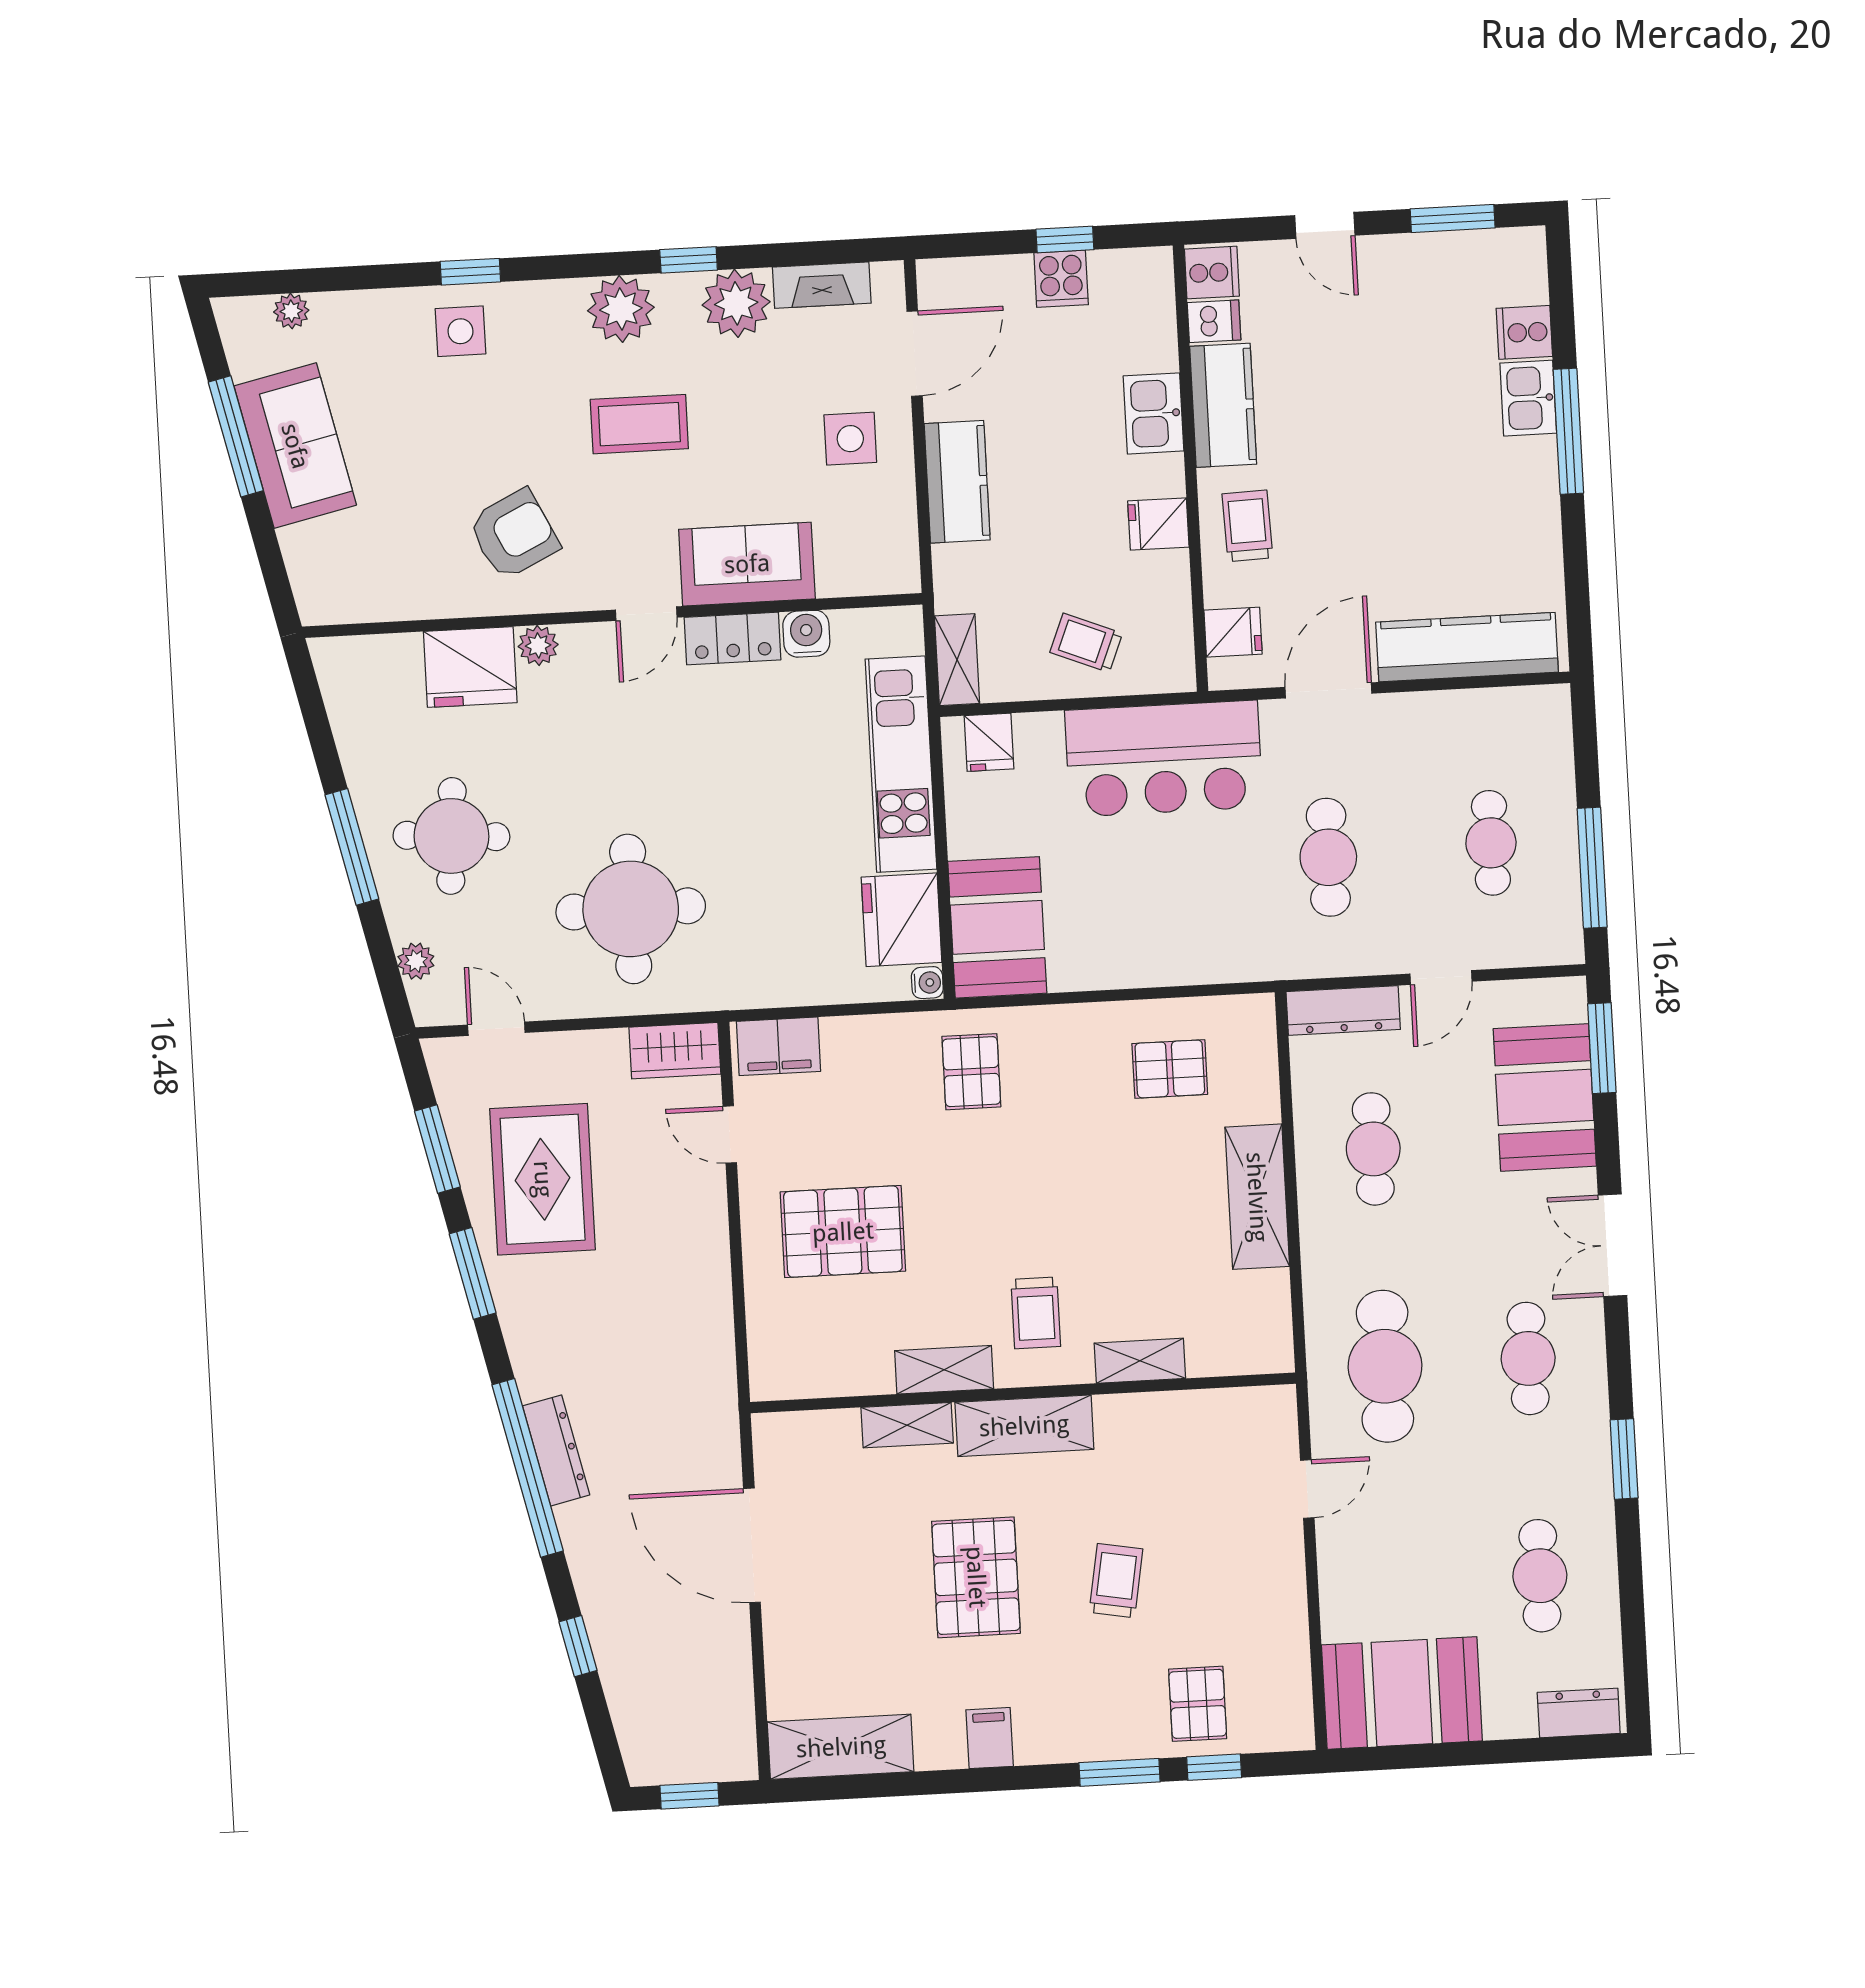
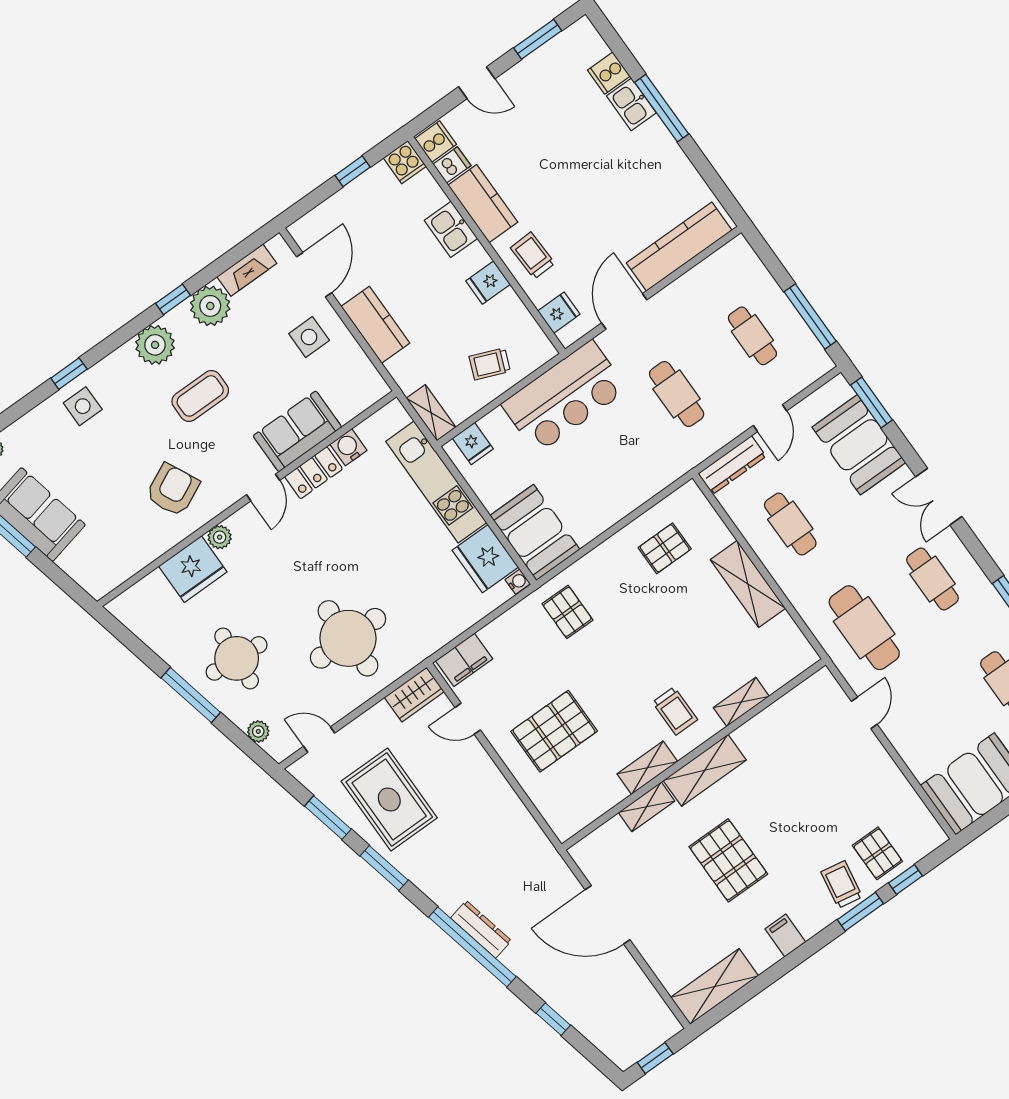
cooker: (1061, 279) -> (405, 162), moved
trolley: (1116, 1581) -> (842, 884), moved

